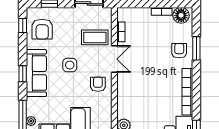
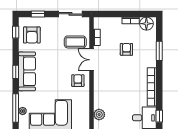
armchair: (179, 51) -> (126, 49), moved
double door: (114, 59) -> (92, 60), swing flipped
side table: (70, 65) -> (55, 65), removed

